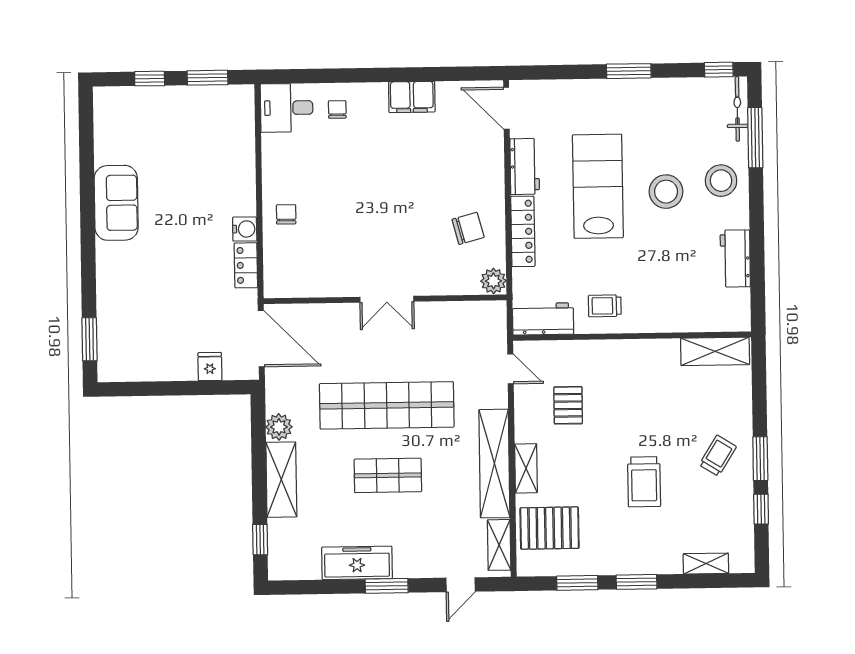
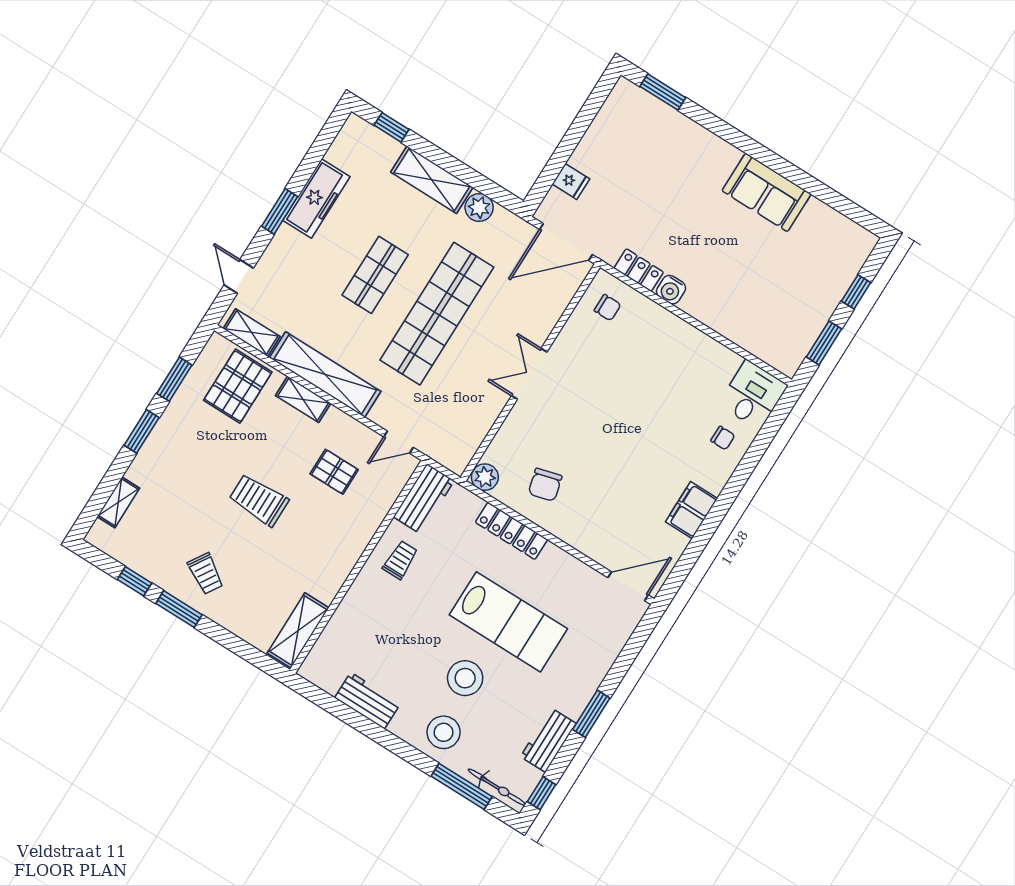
workbench: (525, 166) -> (548, 740), moved, turned 90
chair: (286, 214) -> (608, 308), moved
trolley: (644, 482) -> (259, 500), moved

